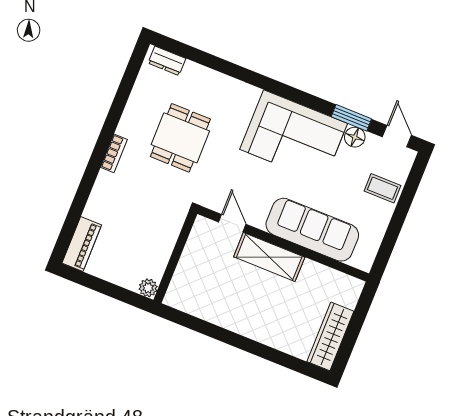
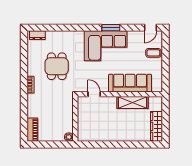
window: (351, 118) -> (111, 28), moved
door: (397, 136) -> (150, 28), swing flipped
floor lamp: (355, 137) -> (132, 35), removed
shelving: (269, 257) -> (133, 103), moved

